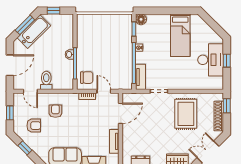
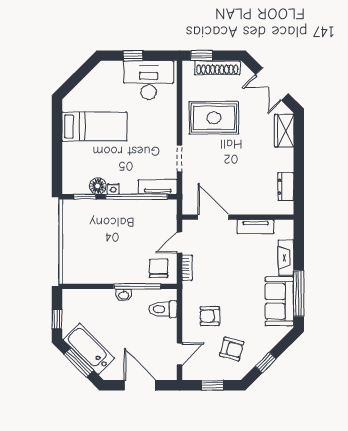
floor lamp: (141, 19) -> (98, 186), moved
desk: (211, 60) -> (149, 80), moved
toilet: (46, 80) -> (163, 309), moved
armchair: (34, 126) -> (232, 349), turned 105

